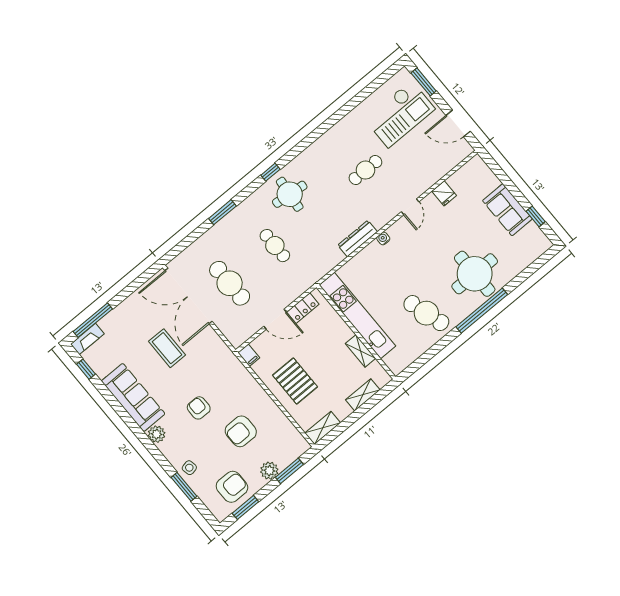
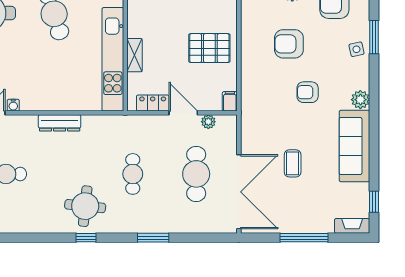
water cooler: (383, 238) -> (13, 105), moved
window: (93, 320) -> (304, 238), moved
plant: (252, 328) -> (208, 122), added
coffee table: (167, 348) -> (293, 163), width x0.73, depth x0.77
shelving: (361, 351) -> (135, 55), moved
pallet: (295, 381) -> (209, 48), turned 90
armchair: (199, 408) -> (308, 92), turned 90
armchair: (241, 431) -> (289, 44), turned 180

